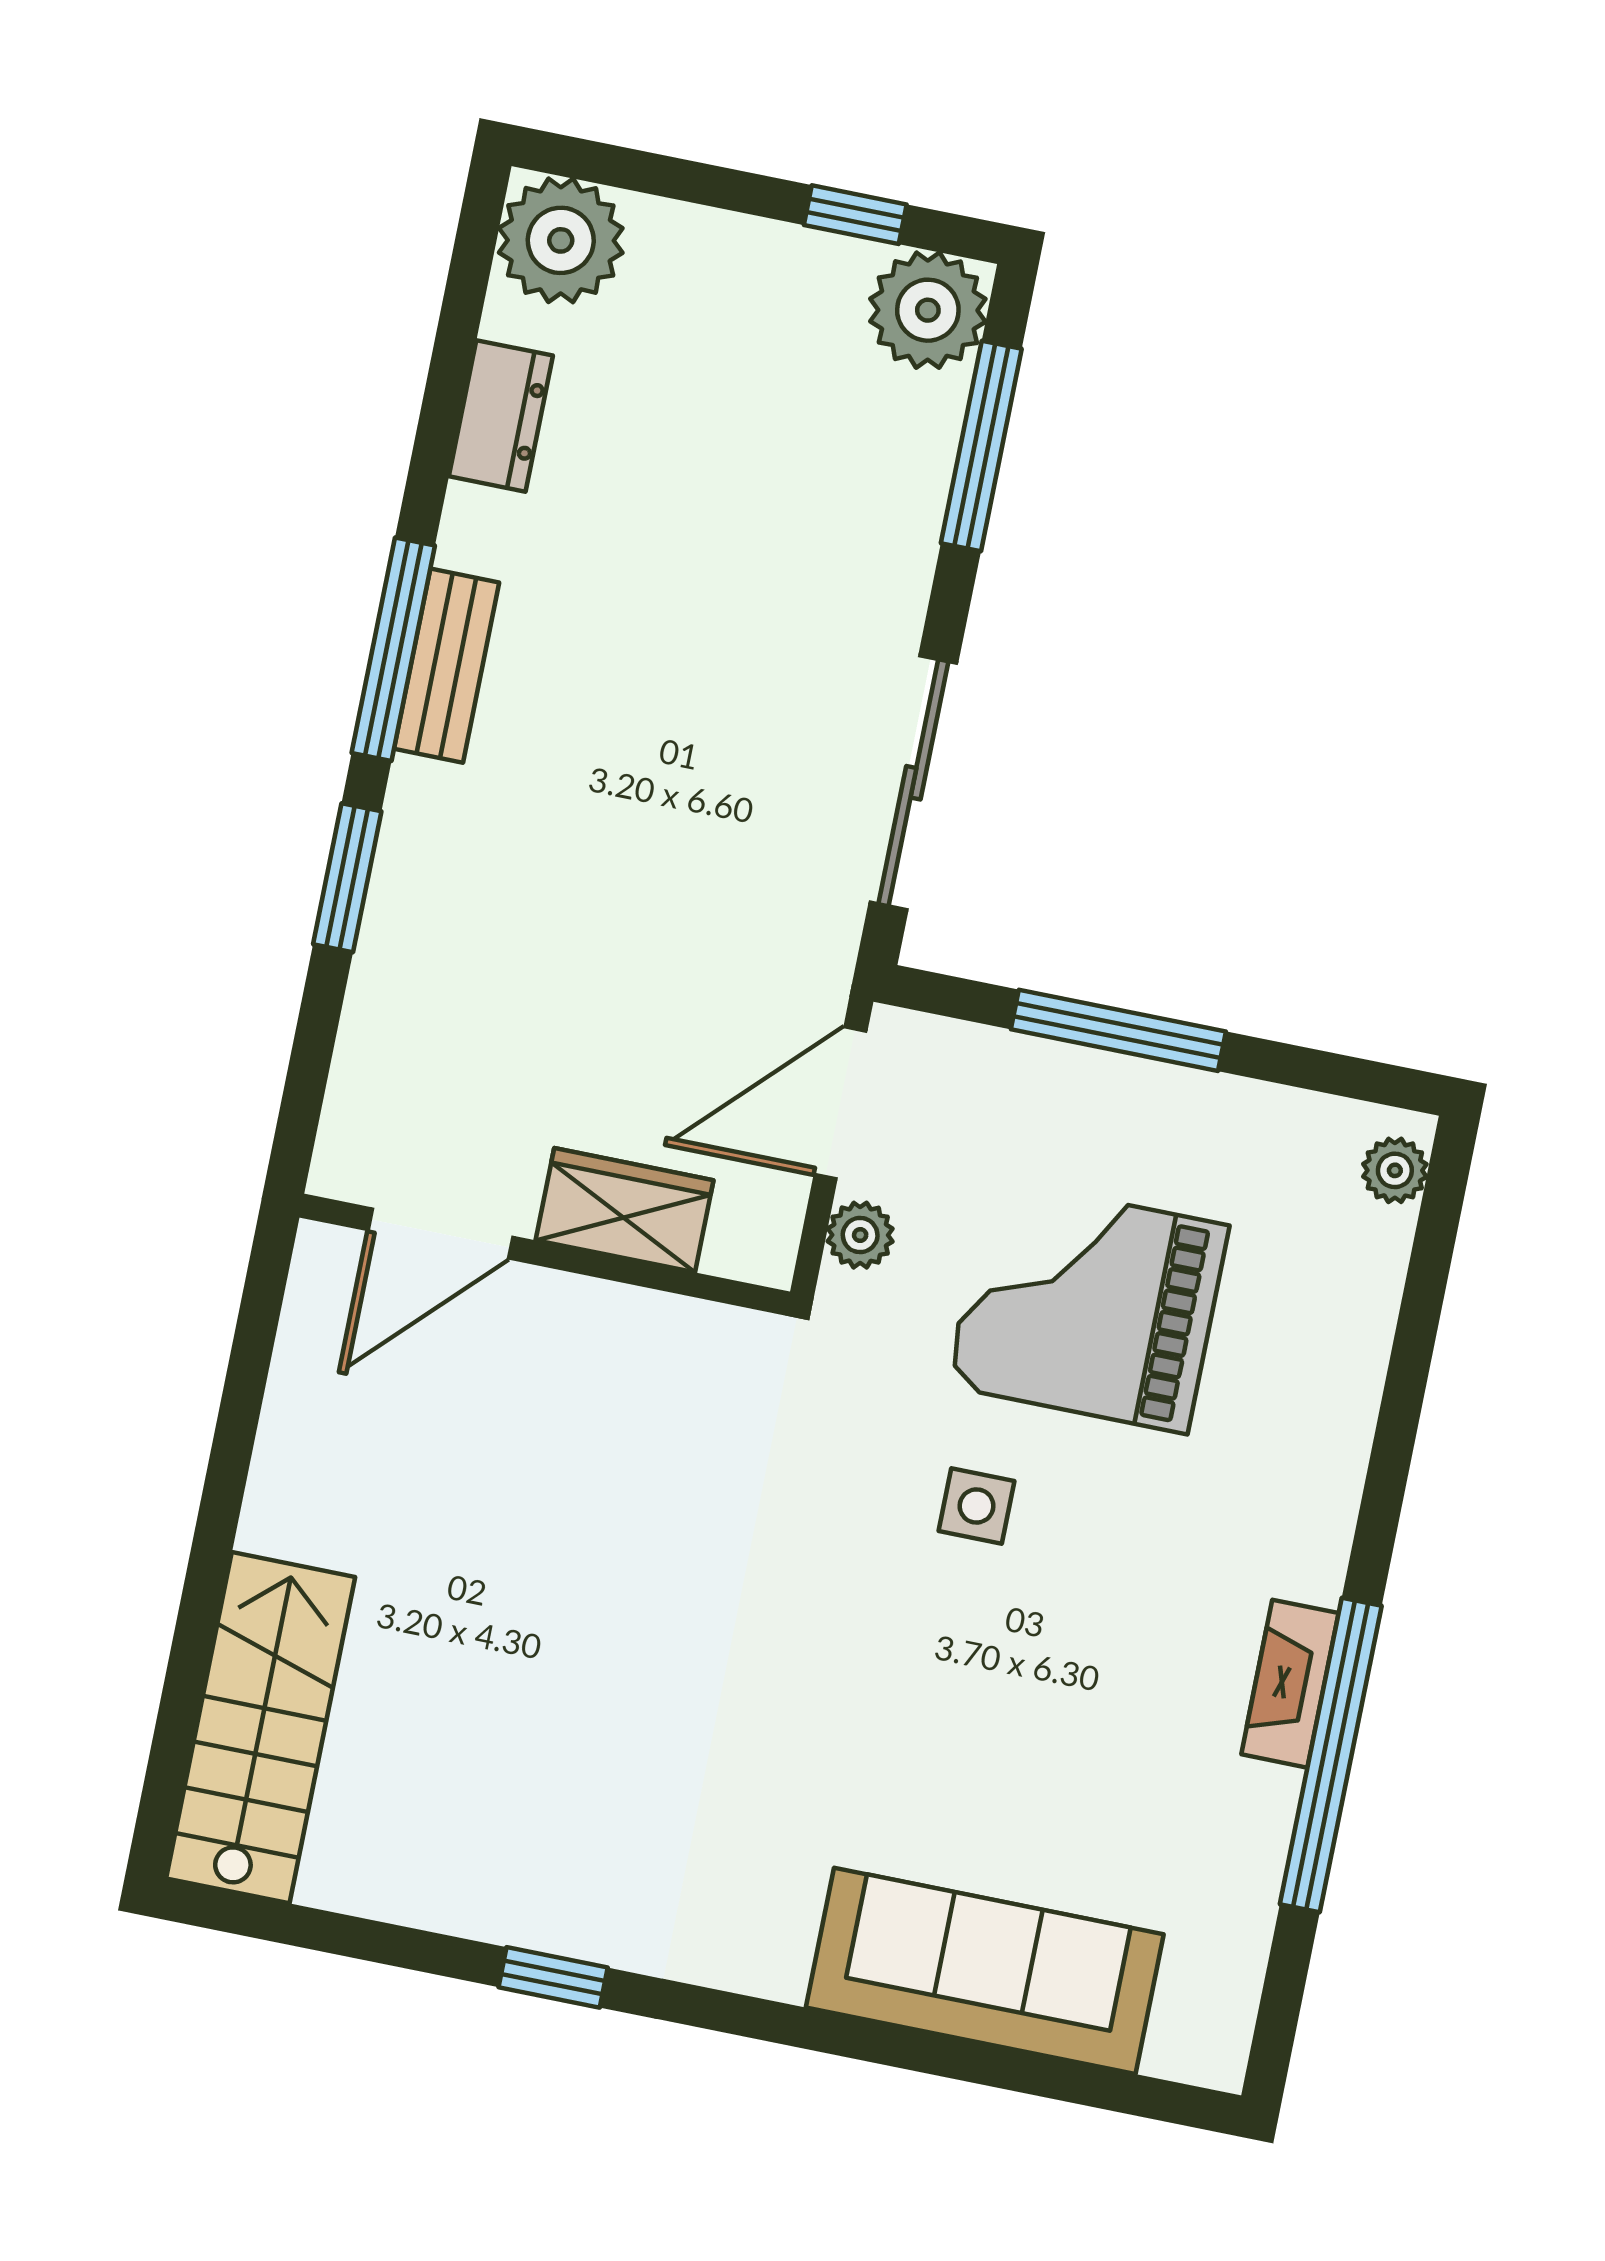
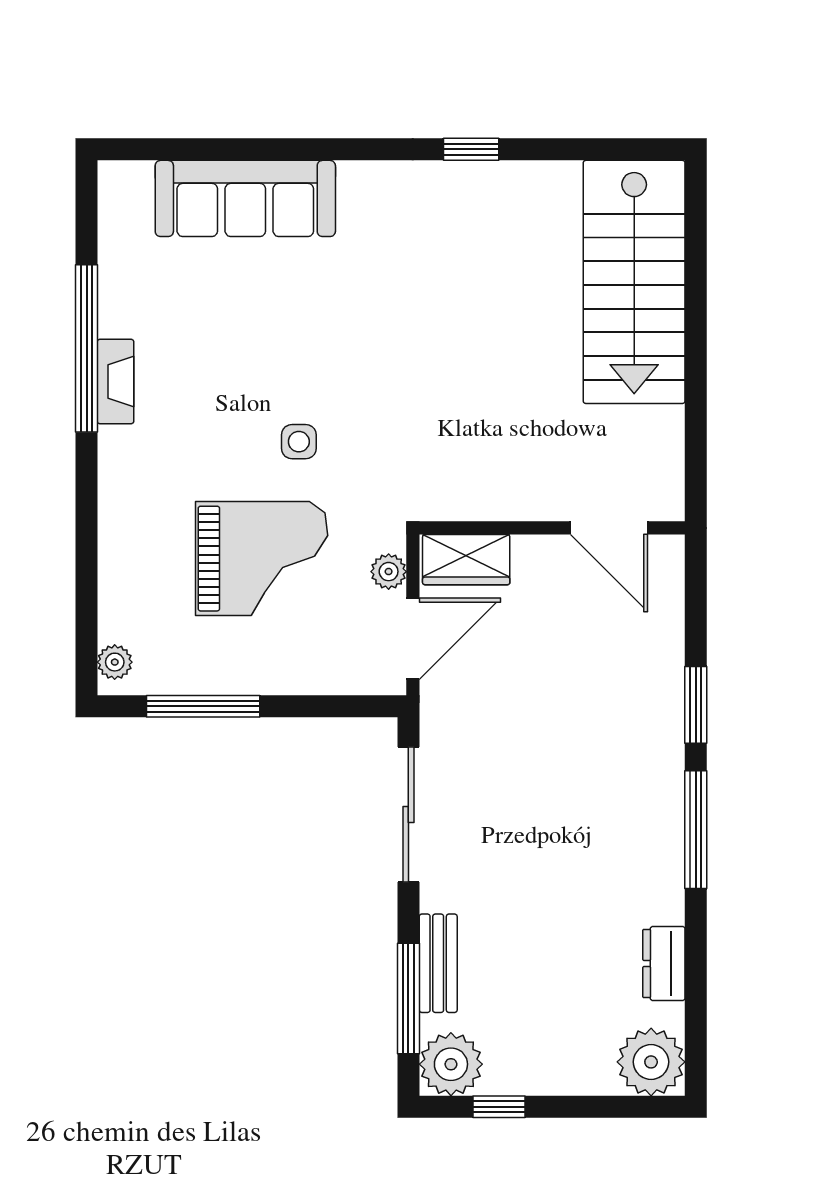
bench: (447, 666) -> (438, 963), moved
window: (1118, 1030) -> (203, 706), moved
wardrobe: (625, 1210) -> (466, 560), moved
door: (440, 1233) -> (609, 528), swing flipped
stairs: (261, 1728) -> (634, 282), width x1.36, depth x1.51

